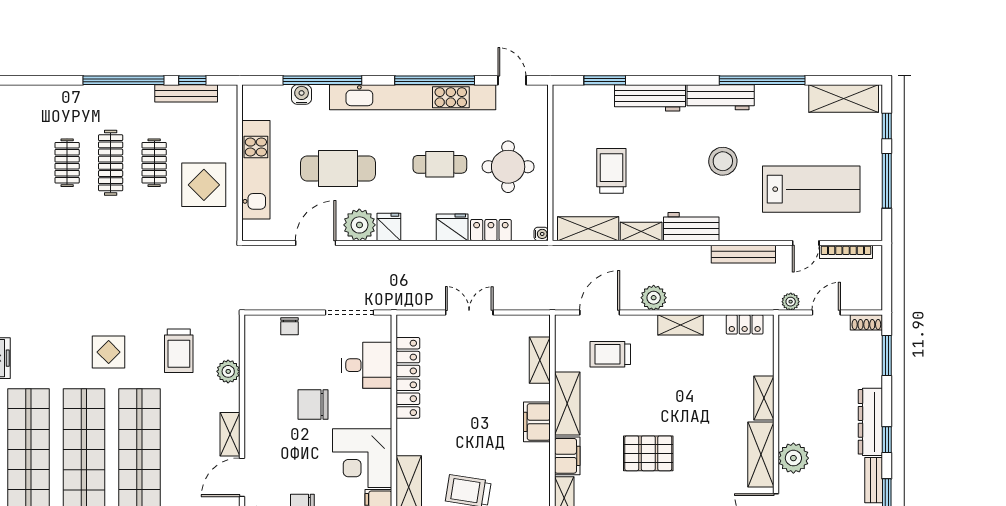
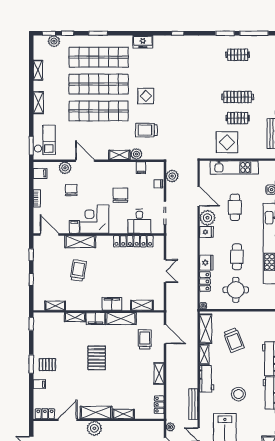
clothes rail: (67, 163) -> (238, 55), moved
cafe table: (338, 168) -> (235, 207), width x0.73, depth x0.74
trolley: (611, 171) -> (234, 340), turned 69
plant: (654, 298) -> (172, 176), moved
filing cabinet: (257, 362) -> (141, 168), added
shelving: (230, 434) -> (119, 155), moved

